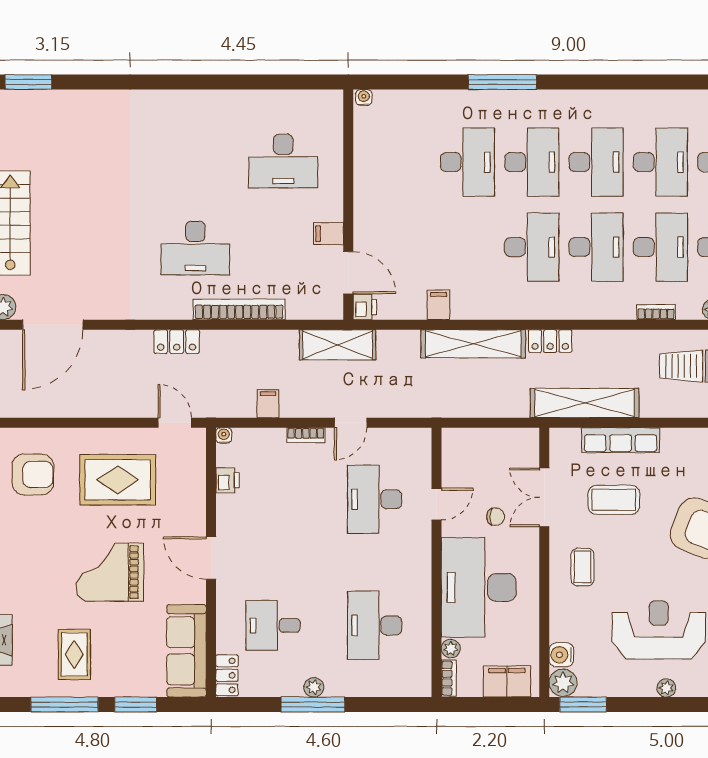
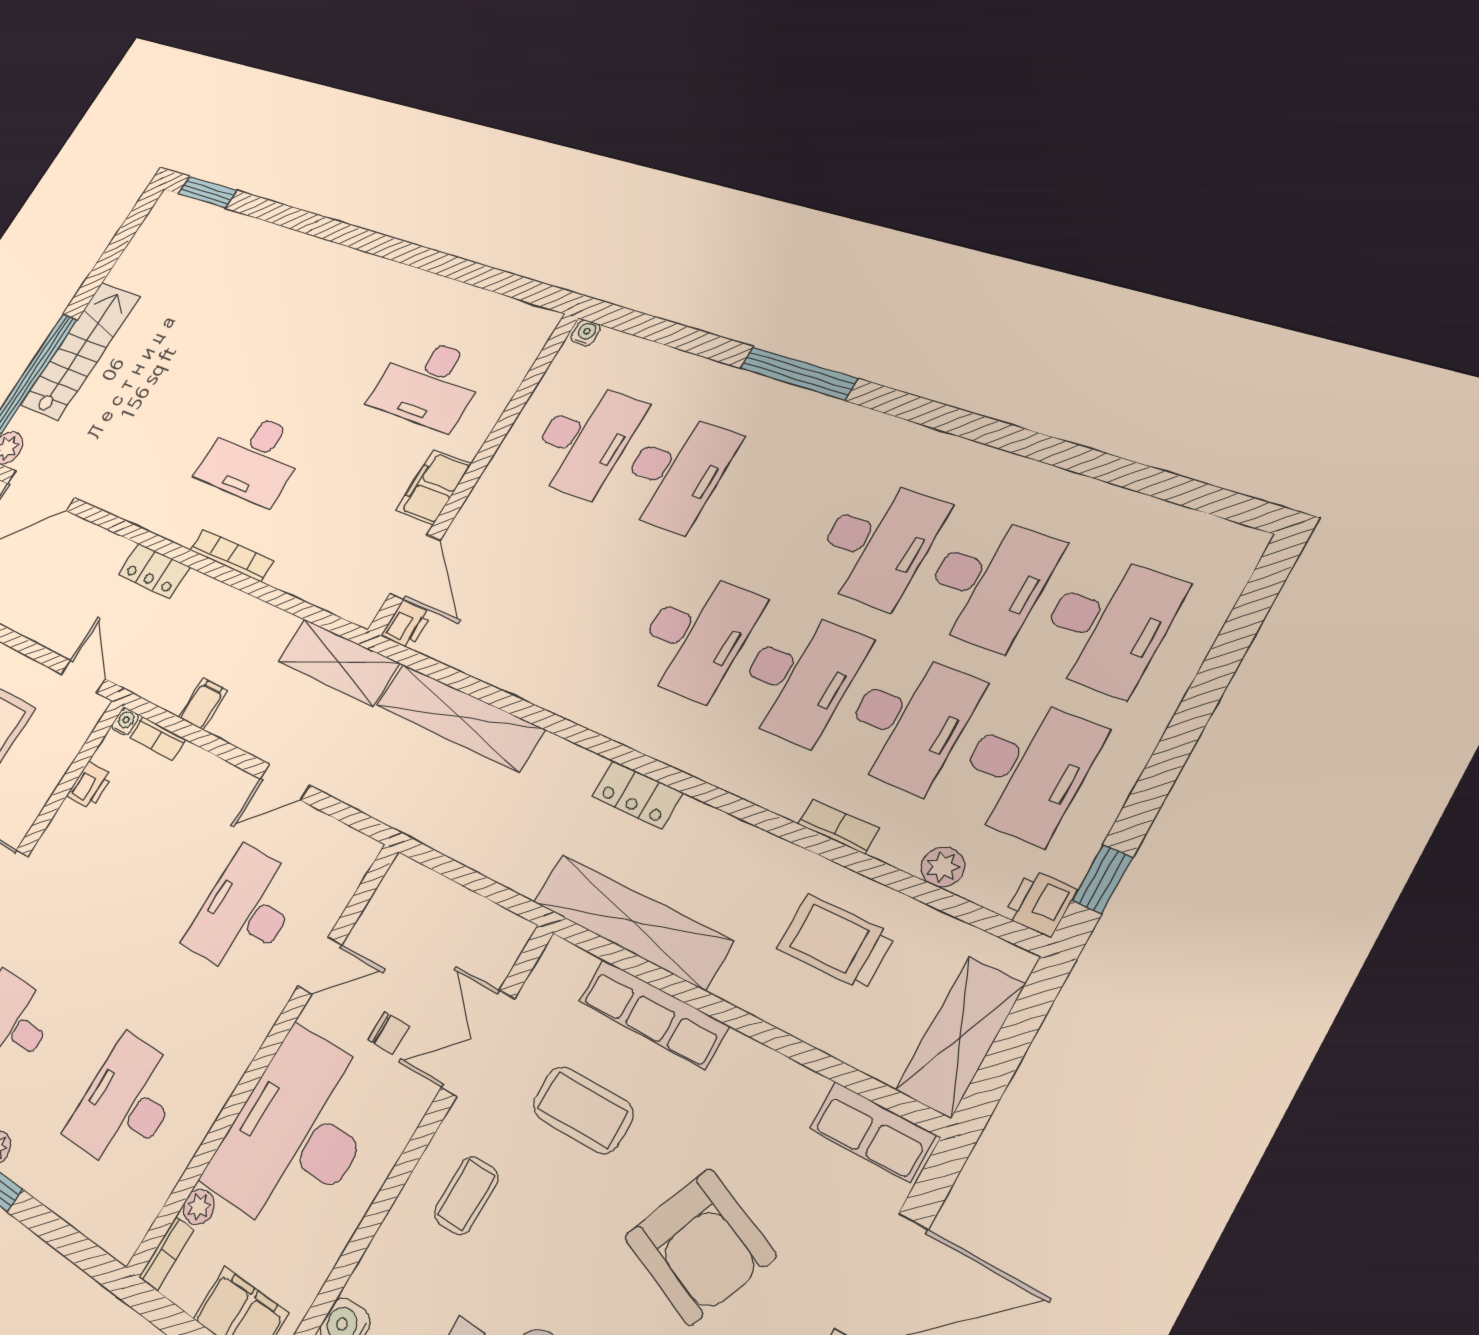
desk: (532, 162) -> (584, 440), moved
filing cabinet: (328, 234) -> (433, 487), width x2.00
filing cabinet: (438, 305) -> (507, 665), removed
bookcase: (239, 309) -> (232, 555), width x0.68, depth x0.76
shelving: (473, 344) -> (460, 717), moved
bookcase: (306, 435) -> (157, 738), moved

